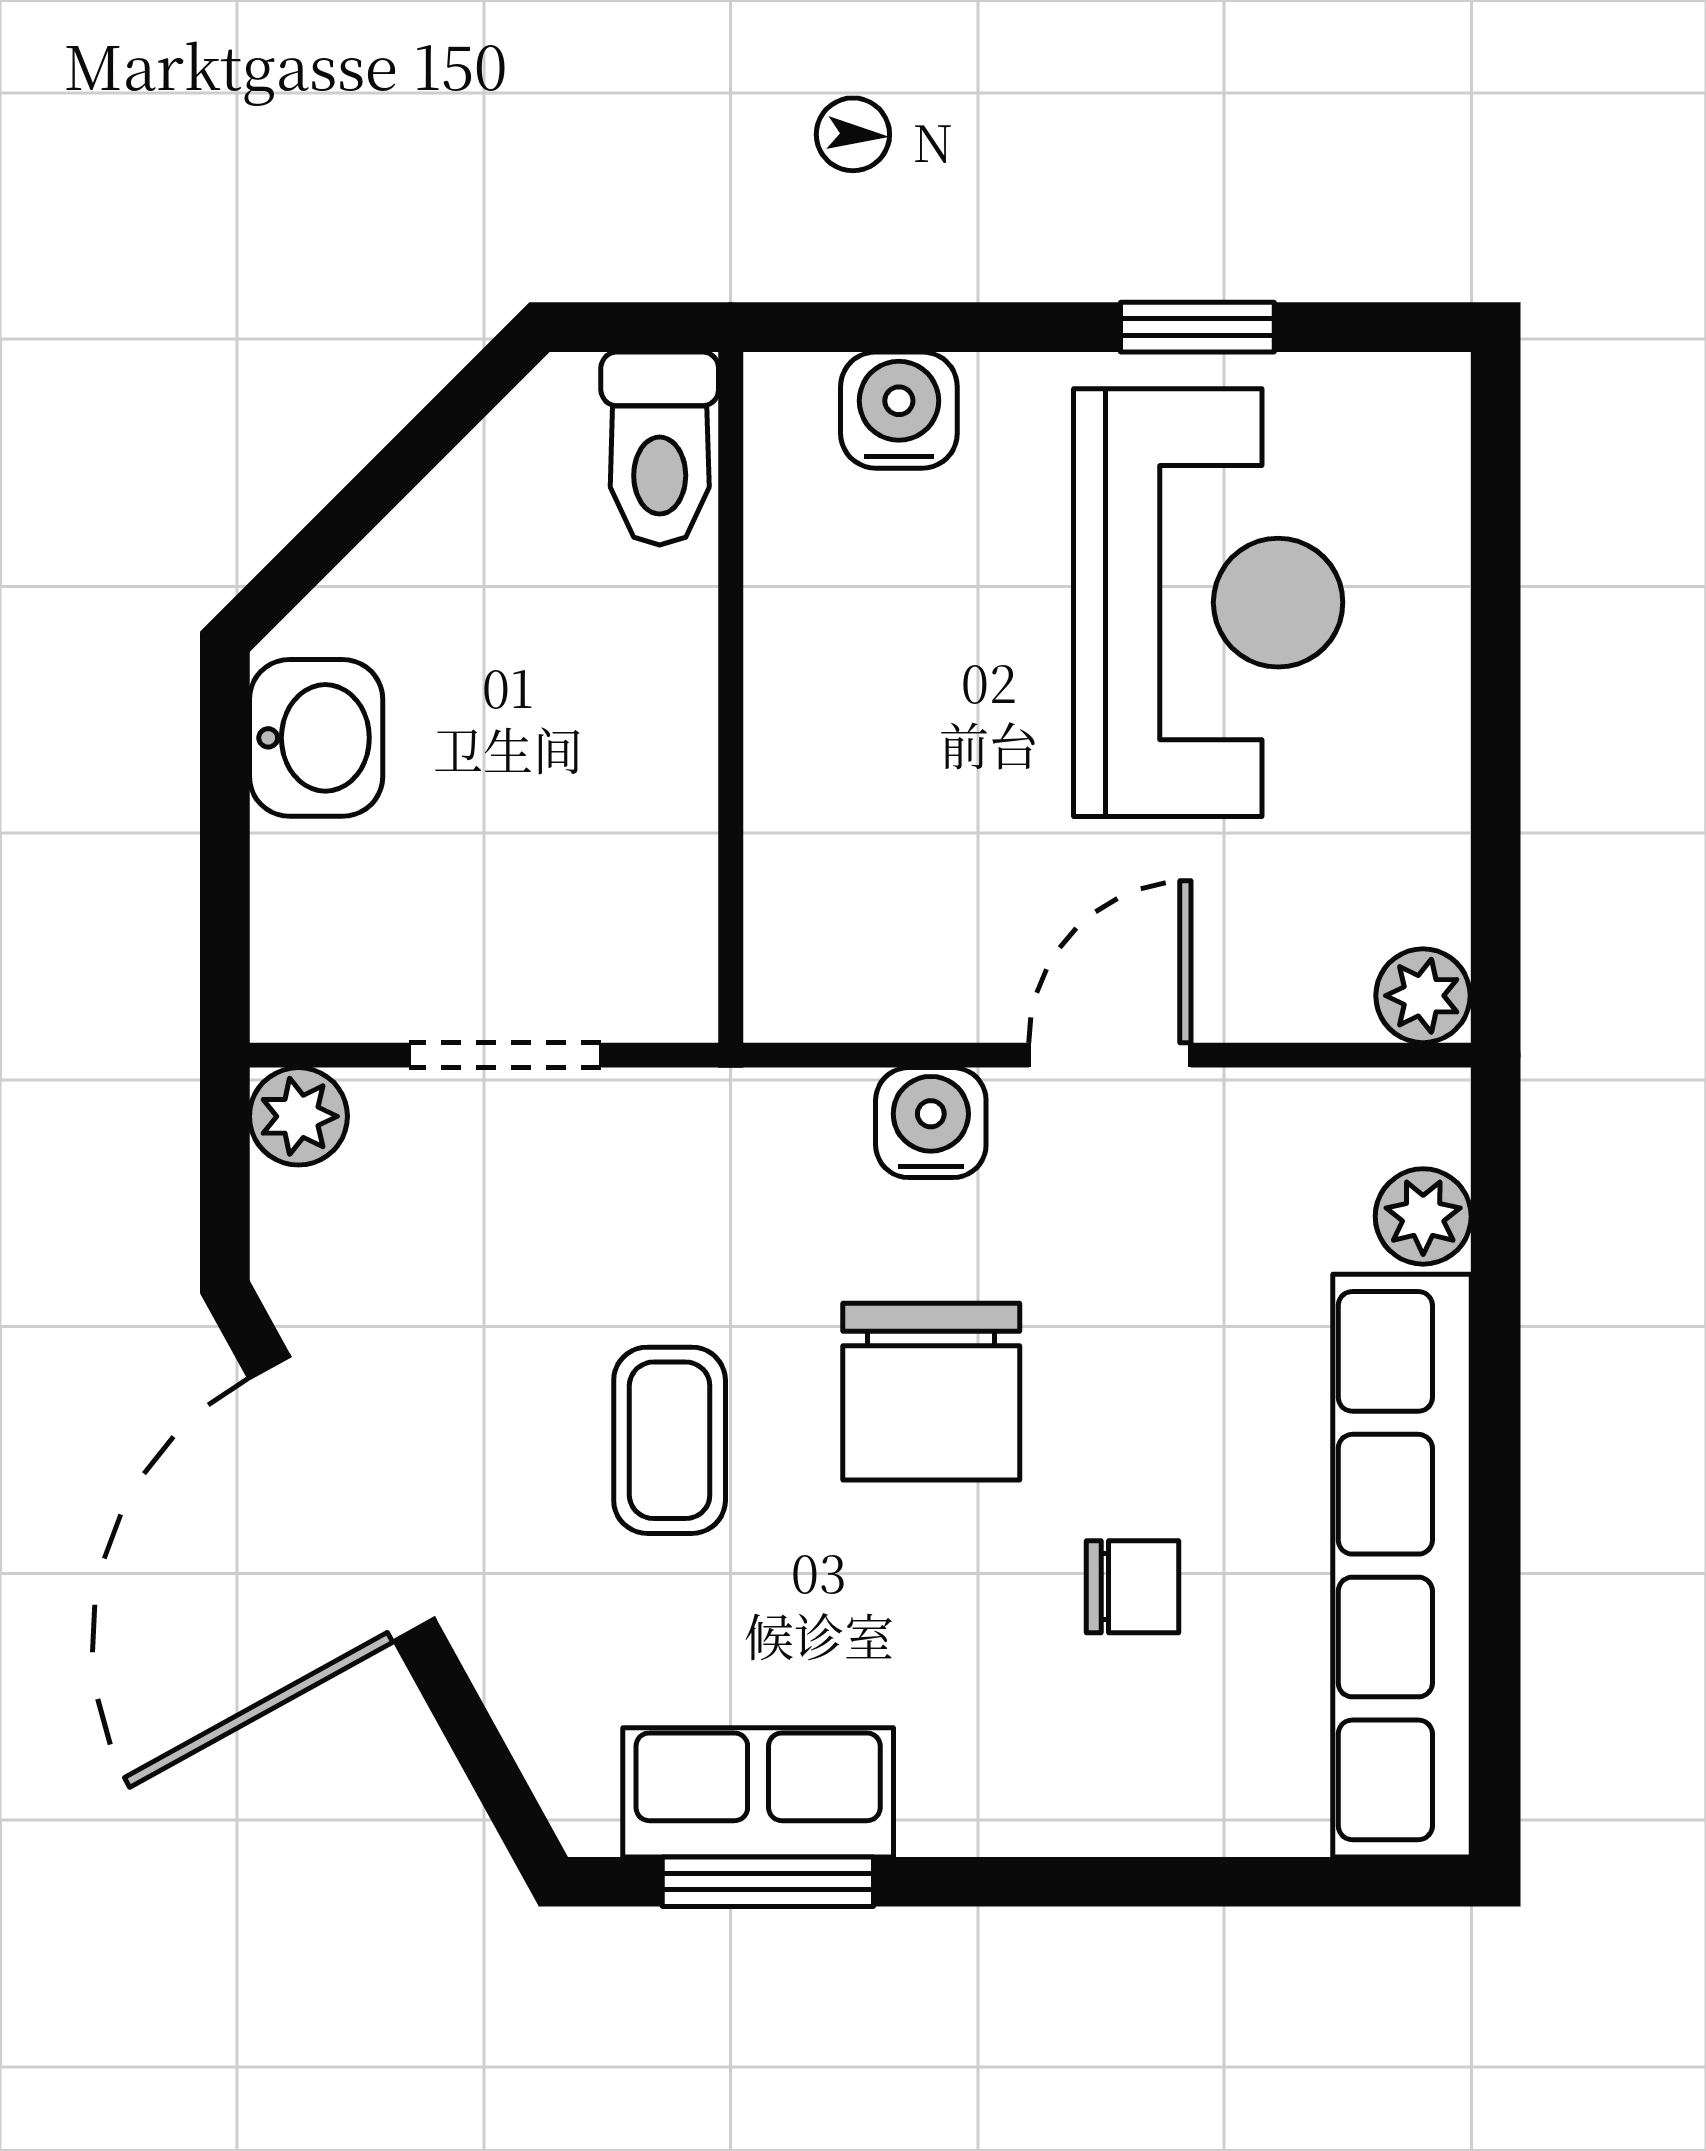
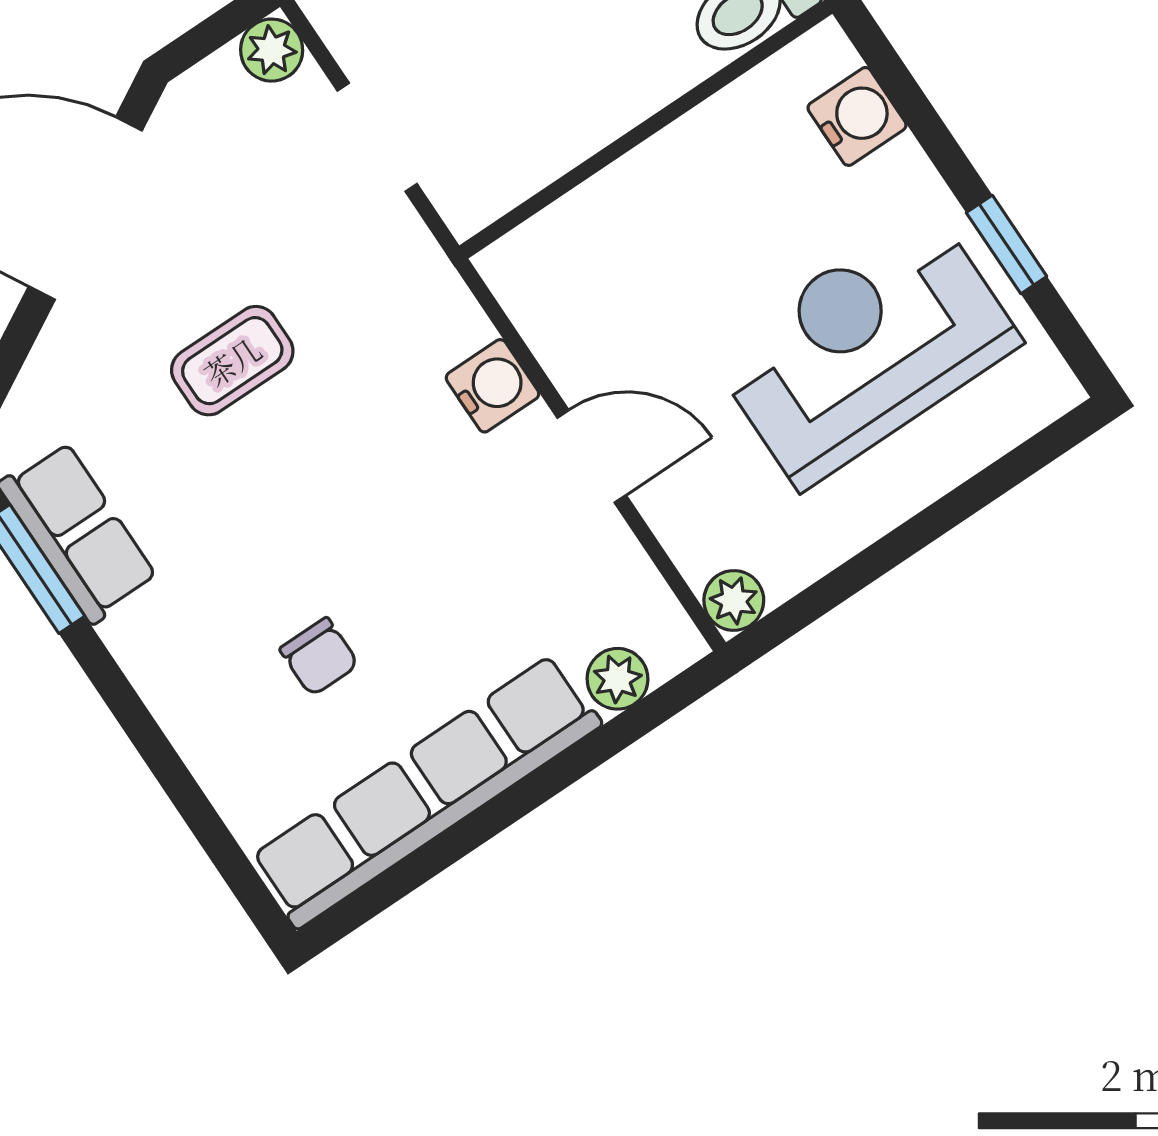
reception desk: (1208, 603) -> (865, 348), turned 180
chair: (931, 1392) -> (351, 481), removed

